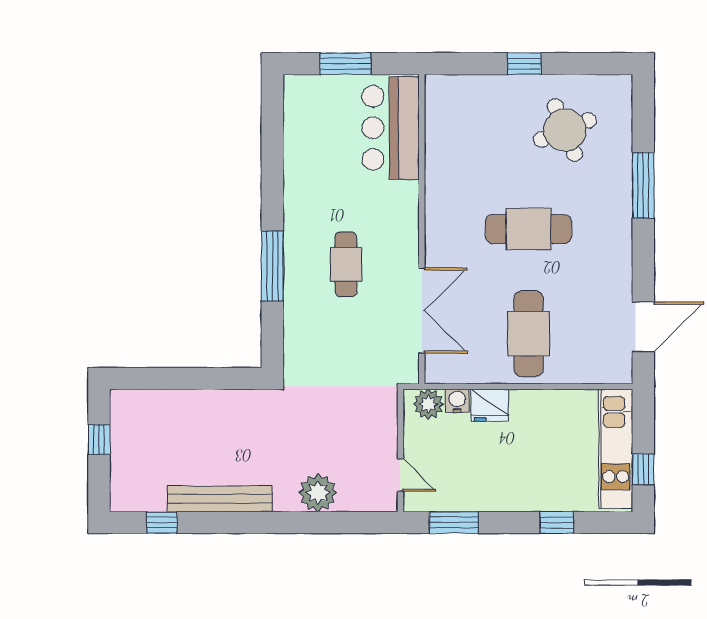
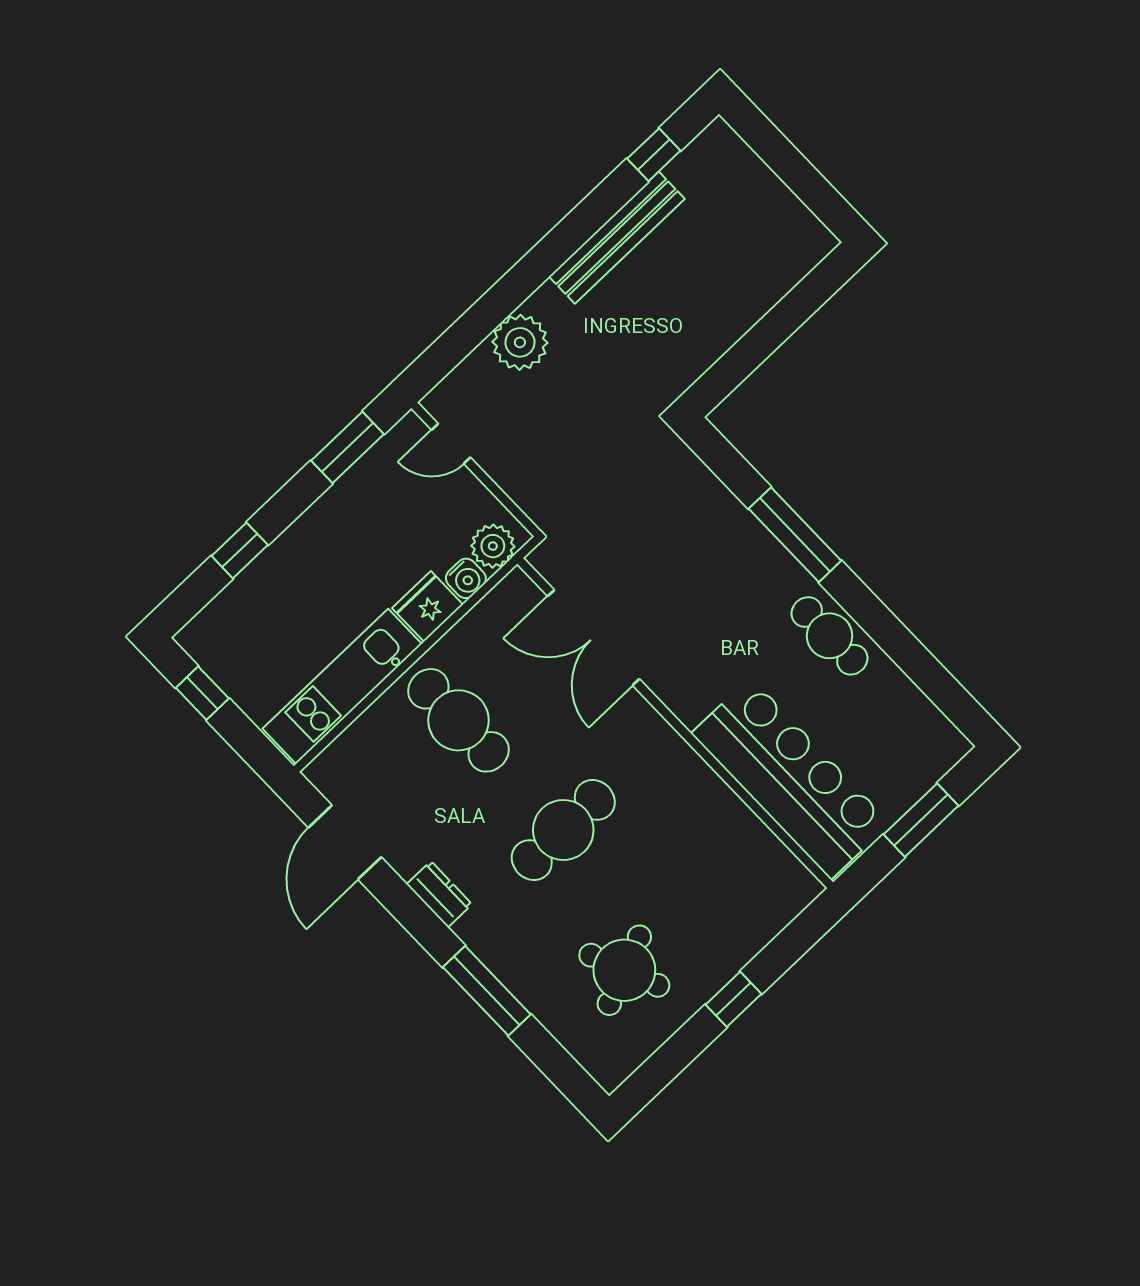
bar counter: (391, 128) -> (791, 778), width x1.36
dresser: (621, 256) -> (439, 894), added
cafe table: (346, 264) -> (830, 636), moved
window: (99, 440) -> (803, 179), removed
kitchen unit: (616, 449) -> (342, 686), moved, turned -90

